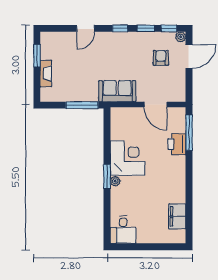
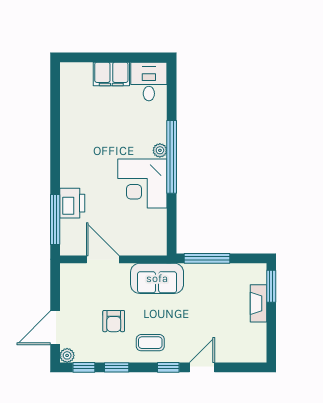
window: (120, 28) -> (168, 367), moved
coffee table: (122, 46) -> (150, 343), added
window: (37, 56) -> (271, 286), moved
armchair: (161, 58) -> (114, 321), moved
window: (107, 177) -> (172, 157), width x2.11
filing cabinet: (177, 216) -> (111, 74), moved, turned 90

